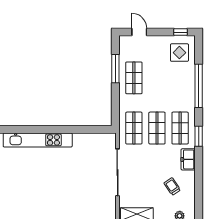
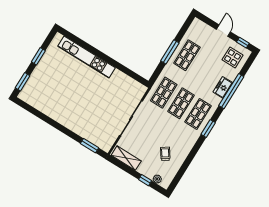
door: (139, 32) -> (223, 31), moved
window: (115, 69) -> (170, 52), moved
freezer: (188, 159) -> (223, 87), moved

